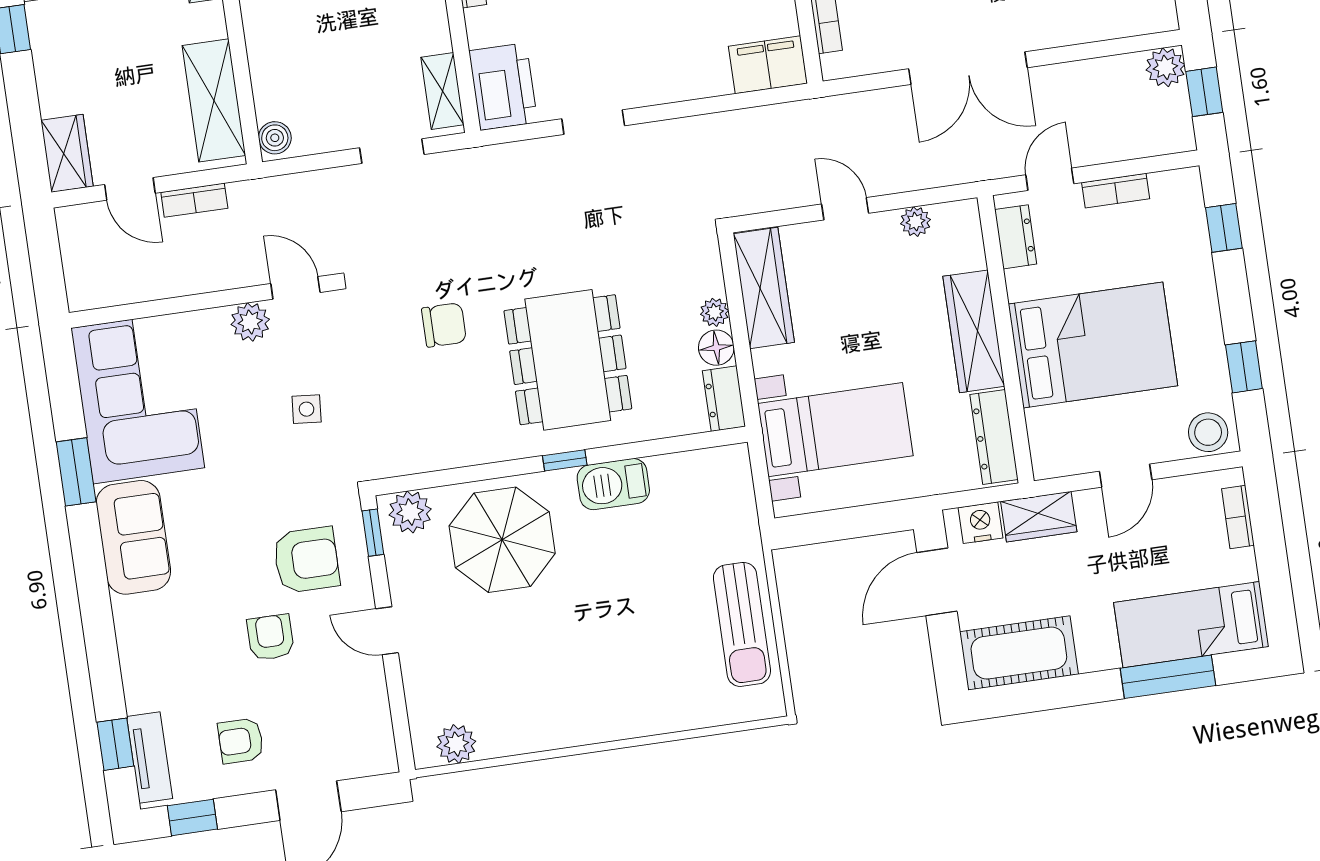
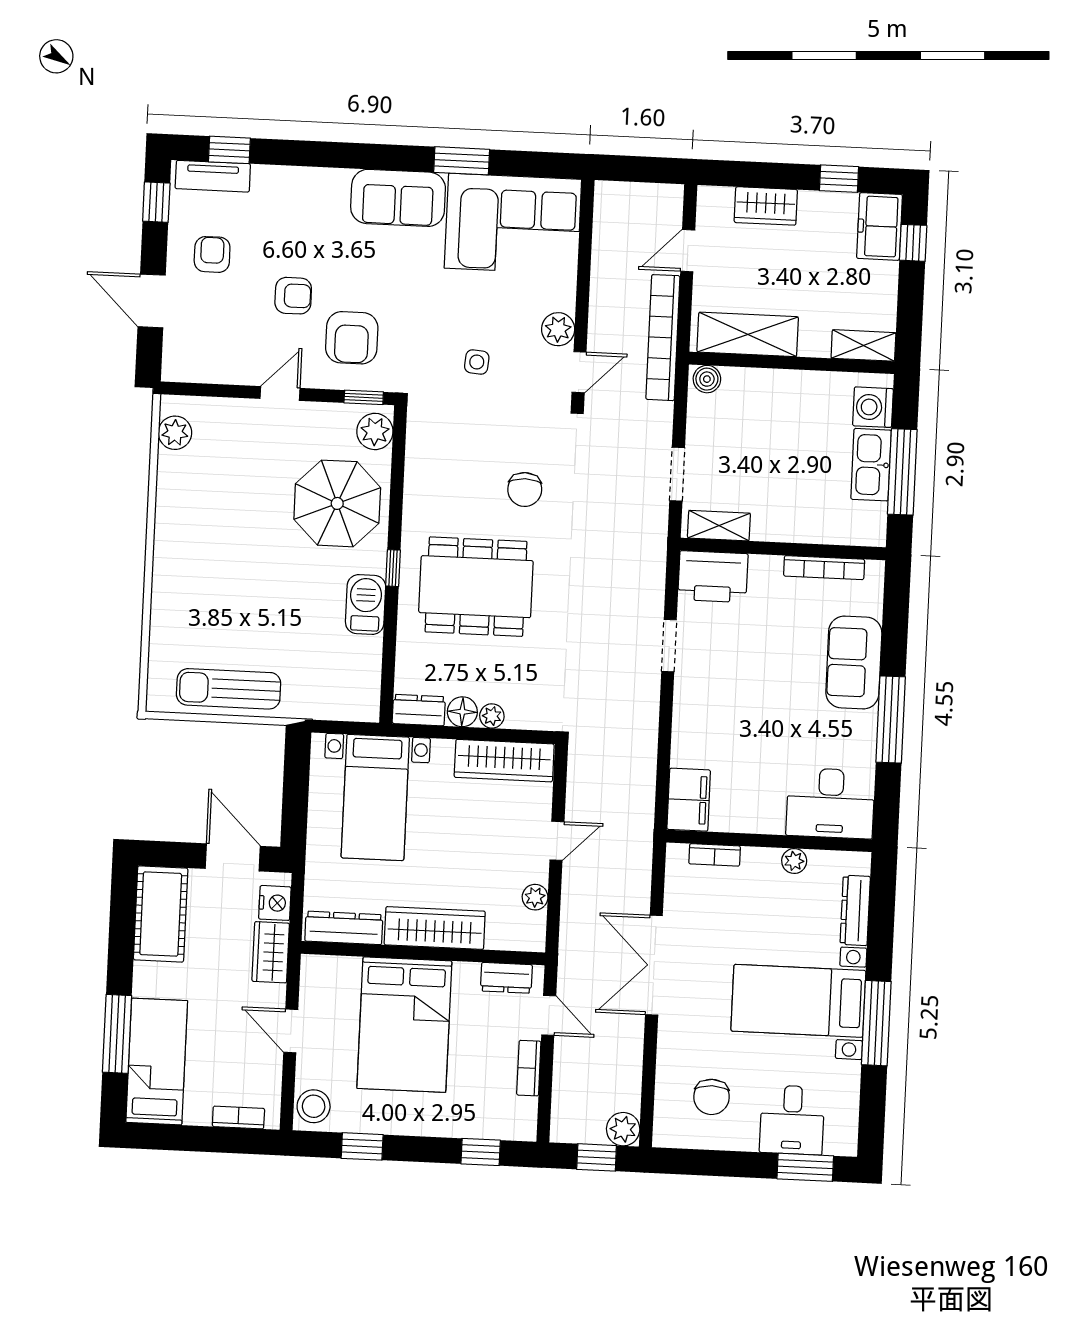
wardrobe: (67, 153) -> (766, 206), moved
bookcase: (194, 200) -> (663, 338), width x2.31, depth x1.31

